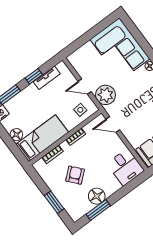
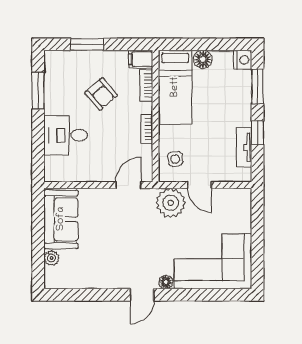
door: (85, 86) -> (200, 185), swing flipped
desk: (125, 167) -> (66, 135), moved
filing cabinet: (41, 168) -> (141, 59), added
floor lamp: (97, 196) -> (56, 101), removed

